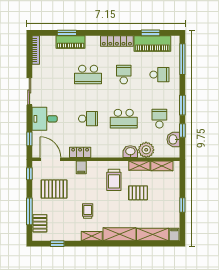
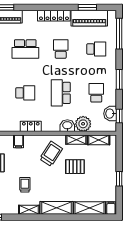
school desk: (124, 119) -> (61, 93), turned 90
window: (182, 130) -> (119, 116), moved
locker: (80, 152) -> (31, 126), moved
trolley: (114, 180) -> (51, 154), turned -147

